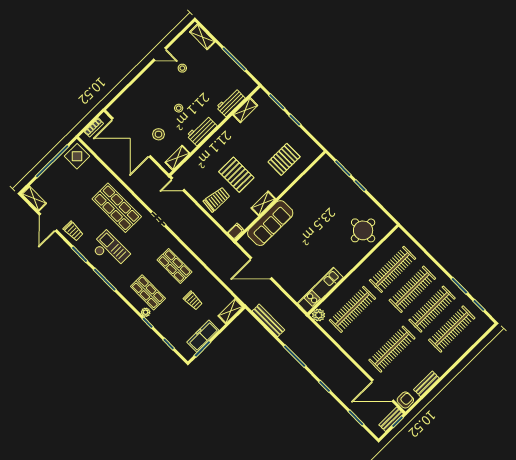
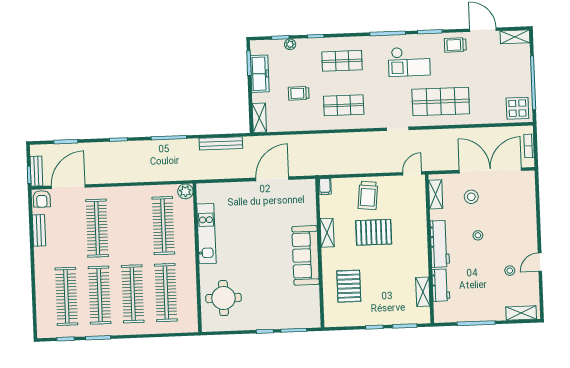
workbench: (202, 131) -> (440, 244), width x1.37
sofa: (270, 223) -> (306, 255), moved
kitchen unit: (320, 290) -> (206, 234), moved
plant: (146, 312) -> (290, 44), moved

